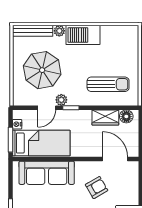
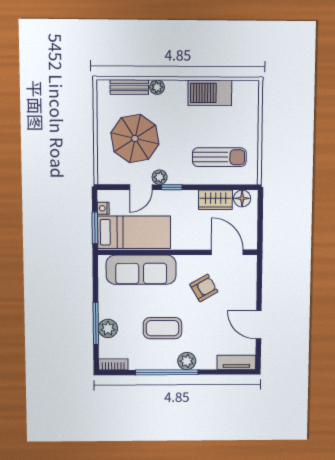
bench: (33, 31) -> (129, 87), width x0.73
barbecue: (83, 35) -> (210, 93), moved

